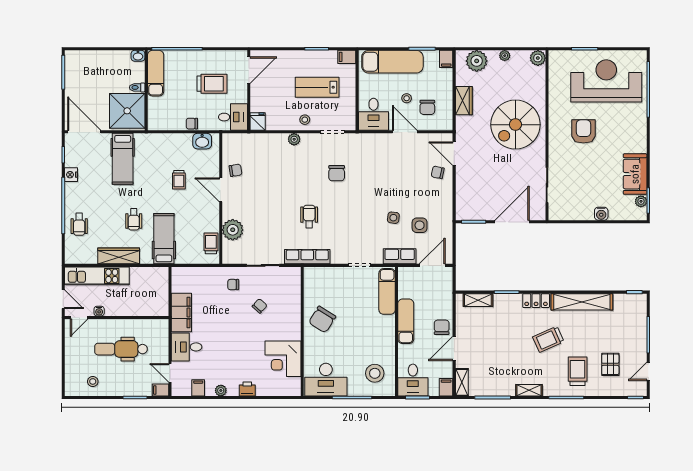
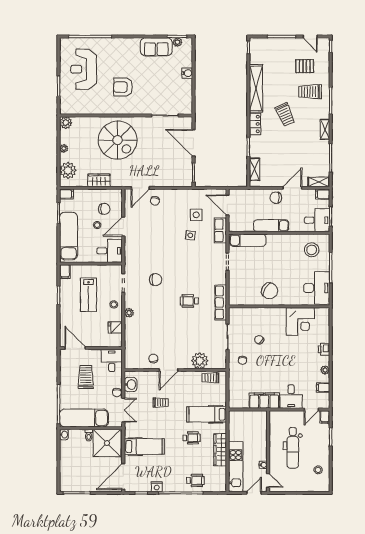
exam couch: (156, 73) -> (84, 418), width x1.36, depth x1.45
reception desk: (606, 81) -> (84, 69), width x0.74, depth x0.77
fridge: (258, 122) -> (115, 327), moved
double door: (169, 132) -> (123, 410), added
door: (454, 349) -> (292, 188), swing flipped

